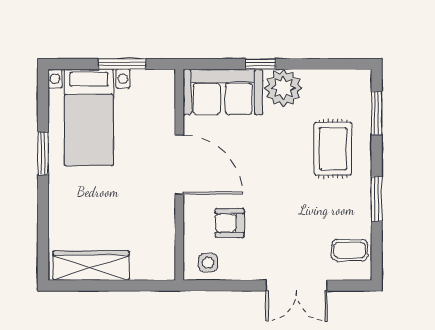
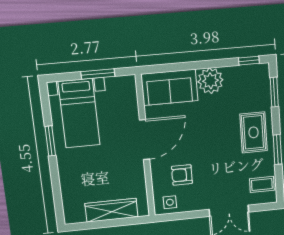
window: (261, 64) -> (249, 61), moved
rug: (333, 149) -> (254, 132), moved
door: (179, 165) -> (145, 140), hinge flipped
wardrobe: (91, 266) -> (112, 210), moved

